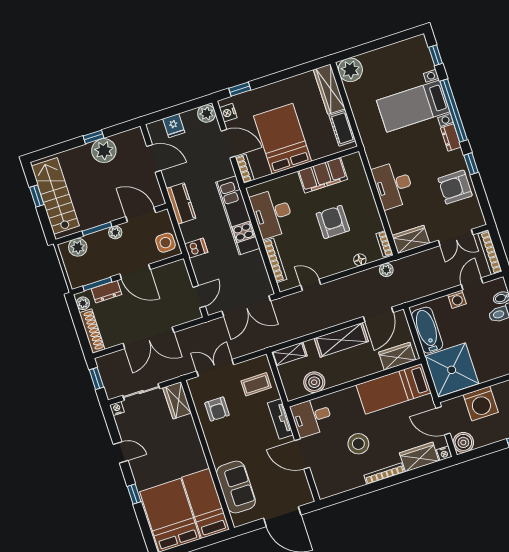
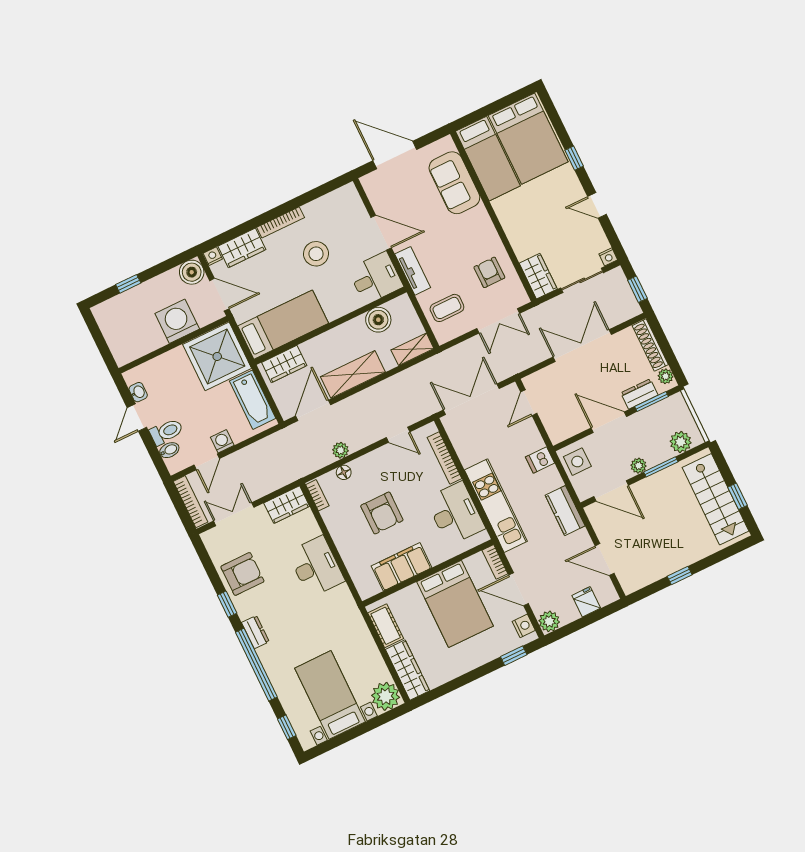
bed with nightstands: (413, 106) -> (330, 695), moved, turned -90
plant: (104, 151) -> (665, 561), removed
plant: (386, 270) -> (340, 450), moved

